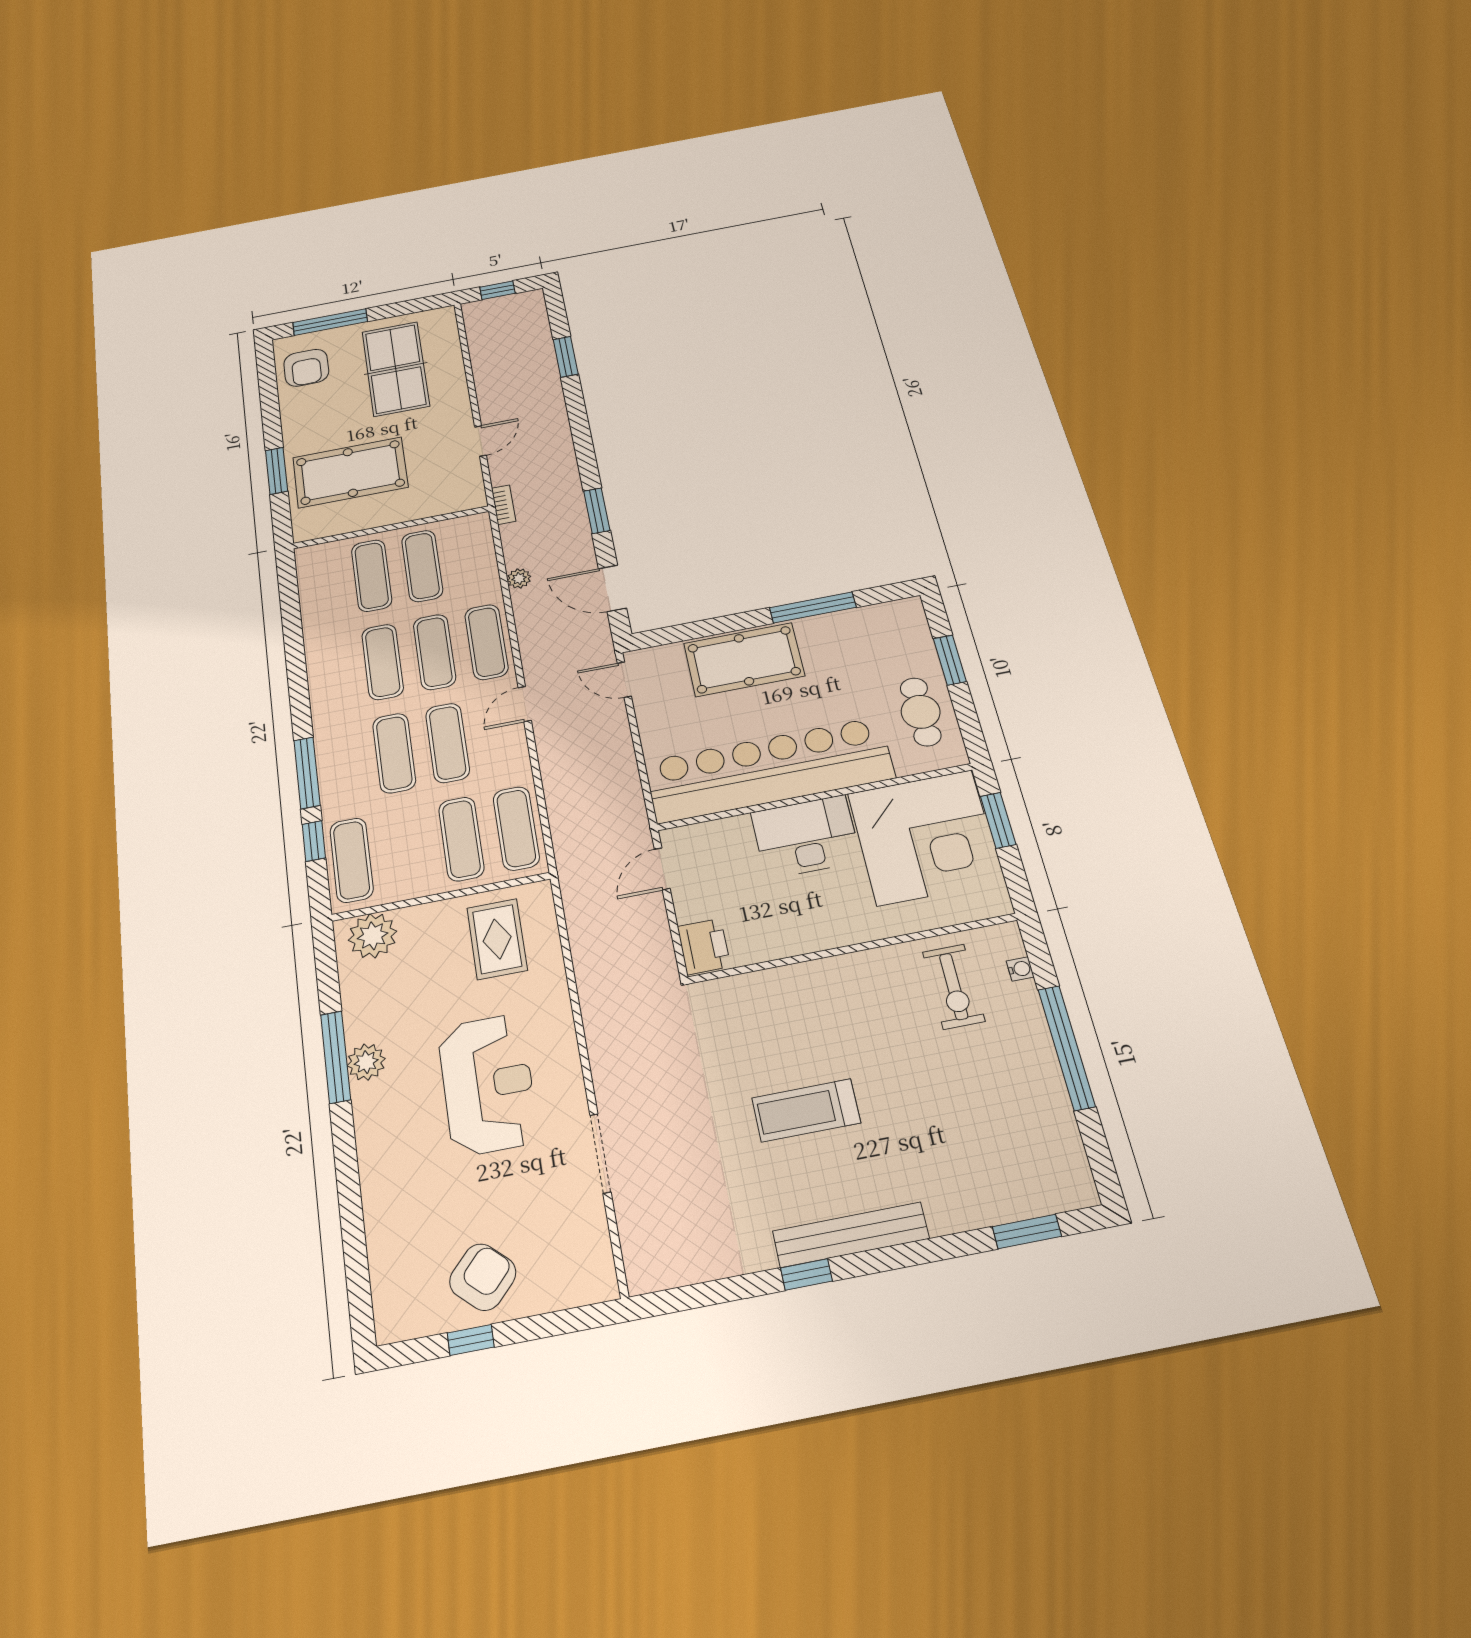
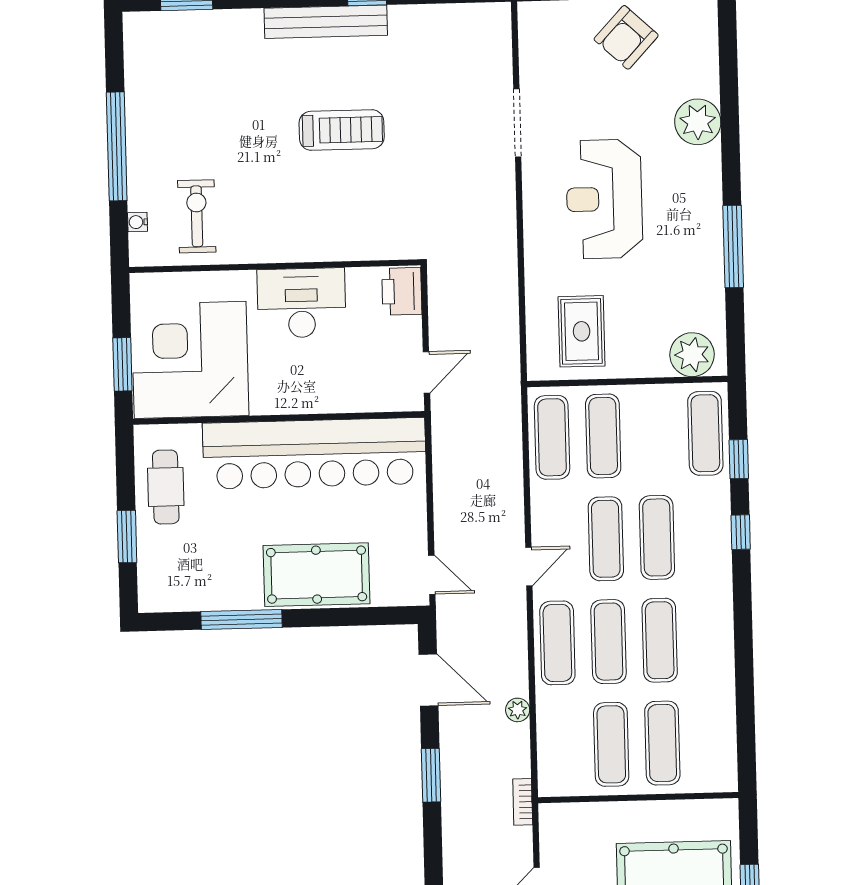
window: (307, 773) -> (741, 532), width x0.46
desk: (806, 837) -> (302, 303), moved, turned 180
plant: (366, 1062) -> (698, 122), moved, width x1.36, depth x1.36

